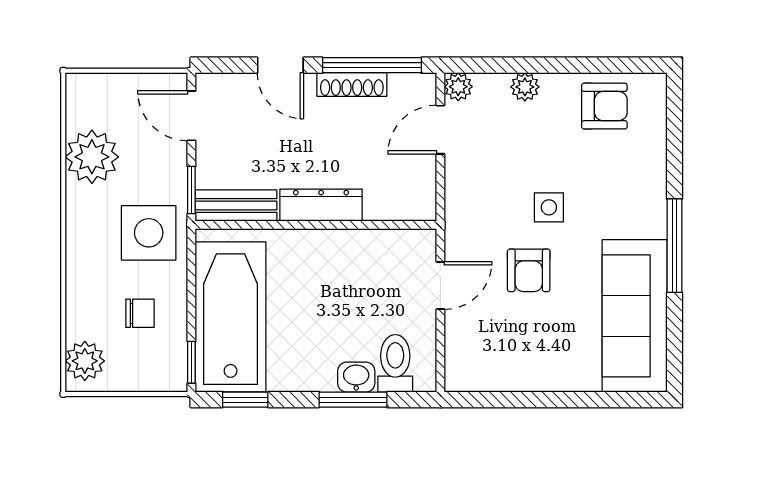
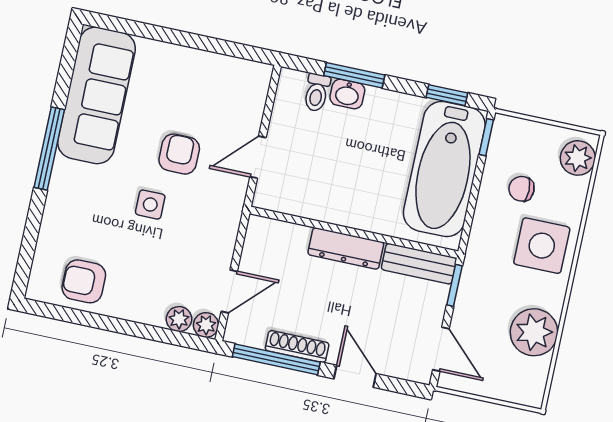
plant: (525, 87) -> (179, 319), moved
side table: (149, 233) -> (542, 246), moved
toilet: (395, 363) -> (317, 93), width x0.73, depth x0.72

